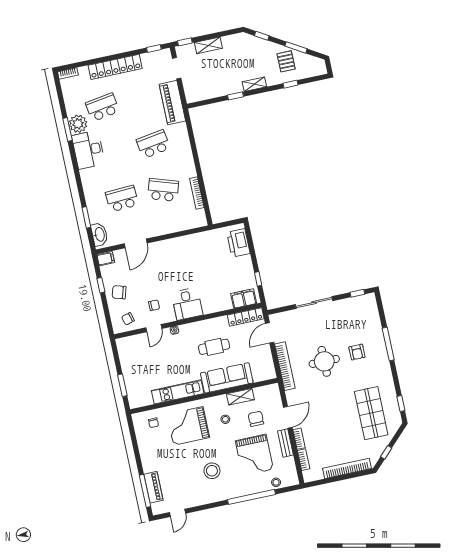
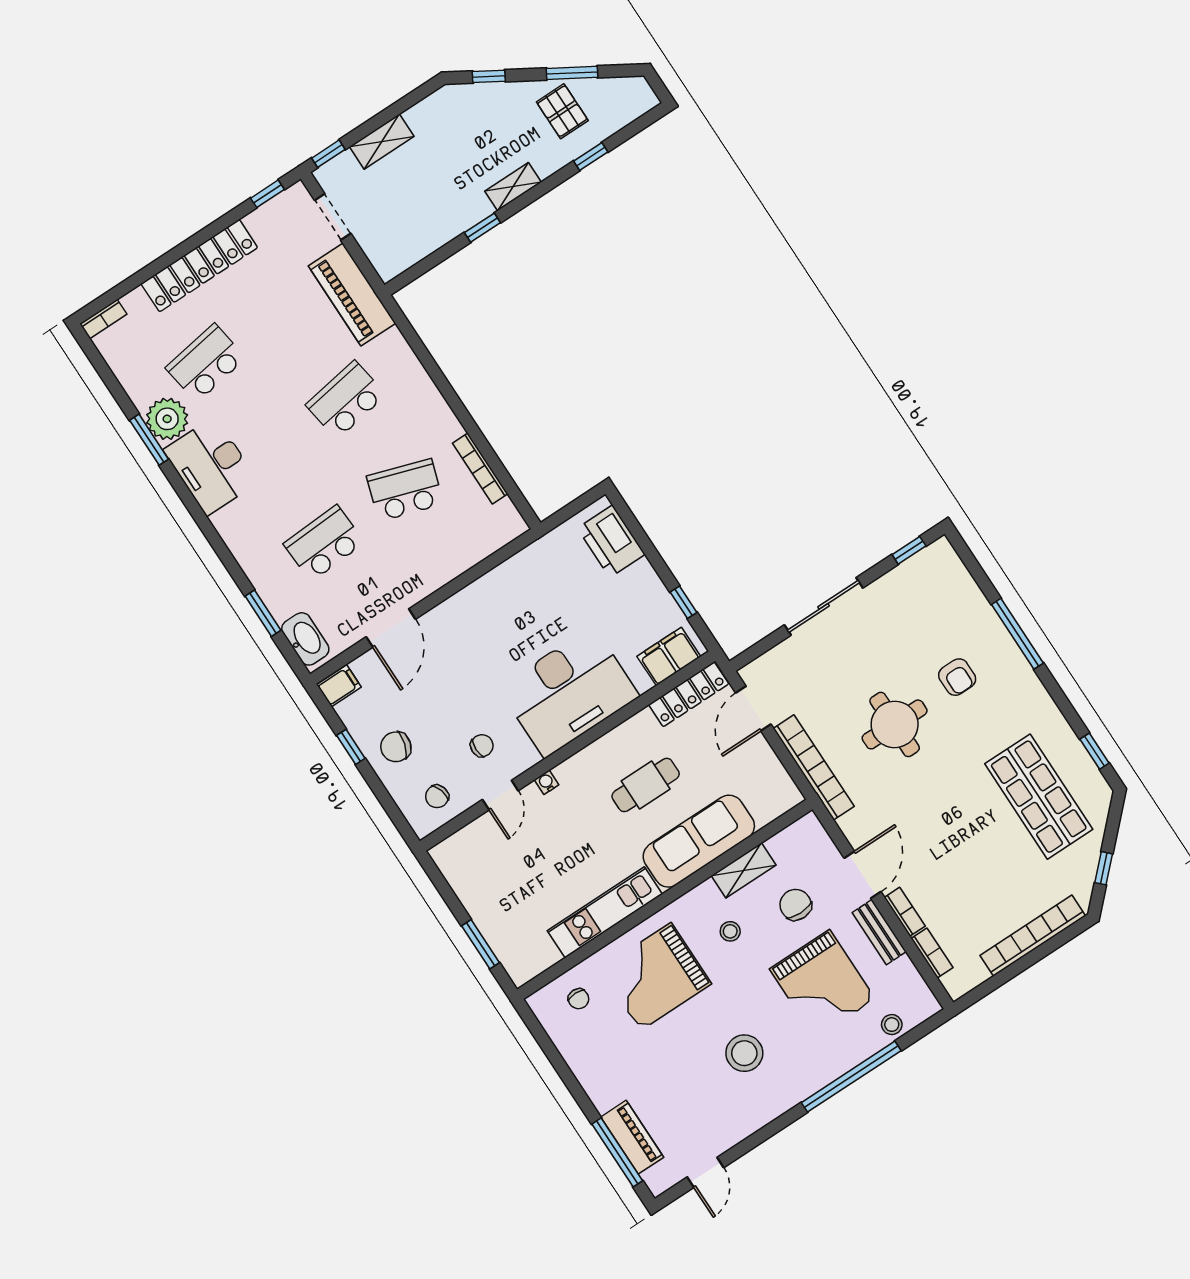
desk: (187, 304) -> (569, 692), width x1.87, depth x1.30

